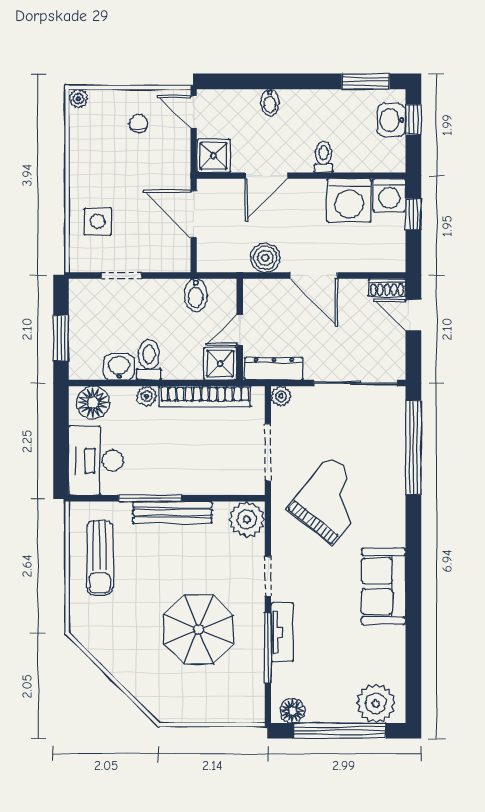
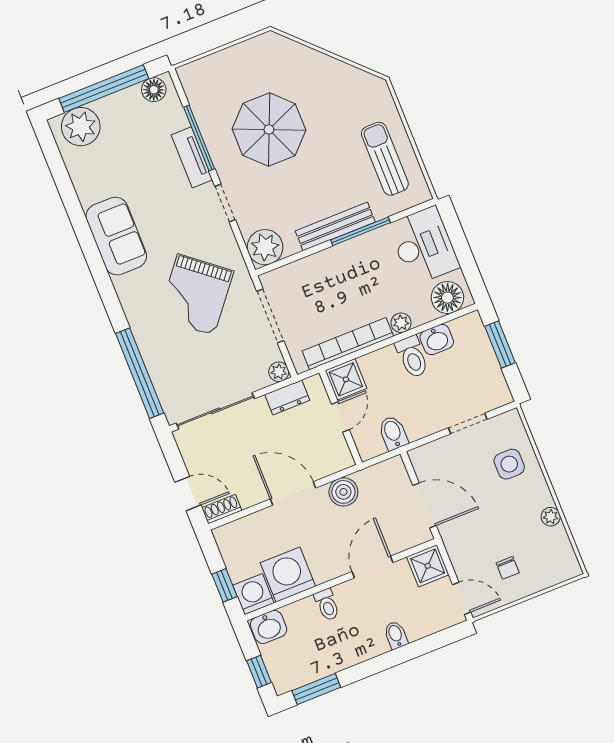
plant: (78, 99) -> (551, 517), moved
washbasin: (391, 120) -> (269, 627), moved, turned 90
dresser: (274, 369) -> (287, 397), width x0.70

